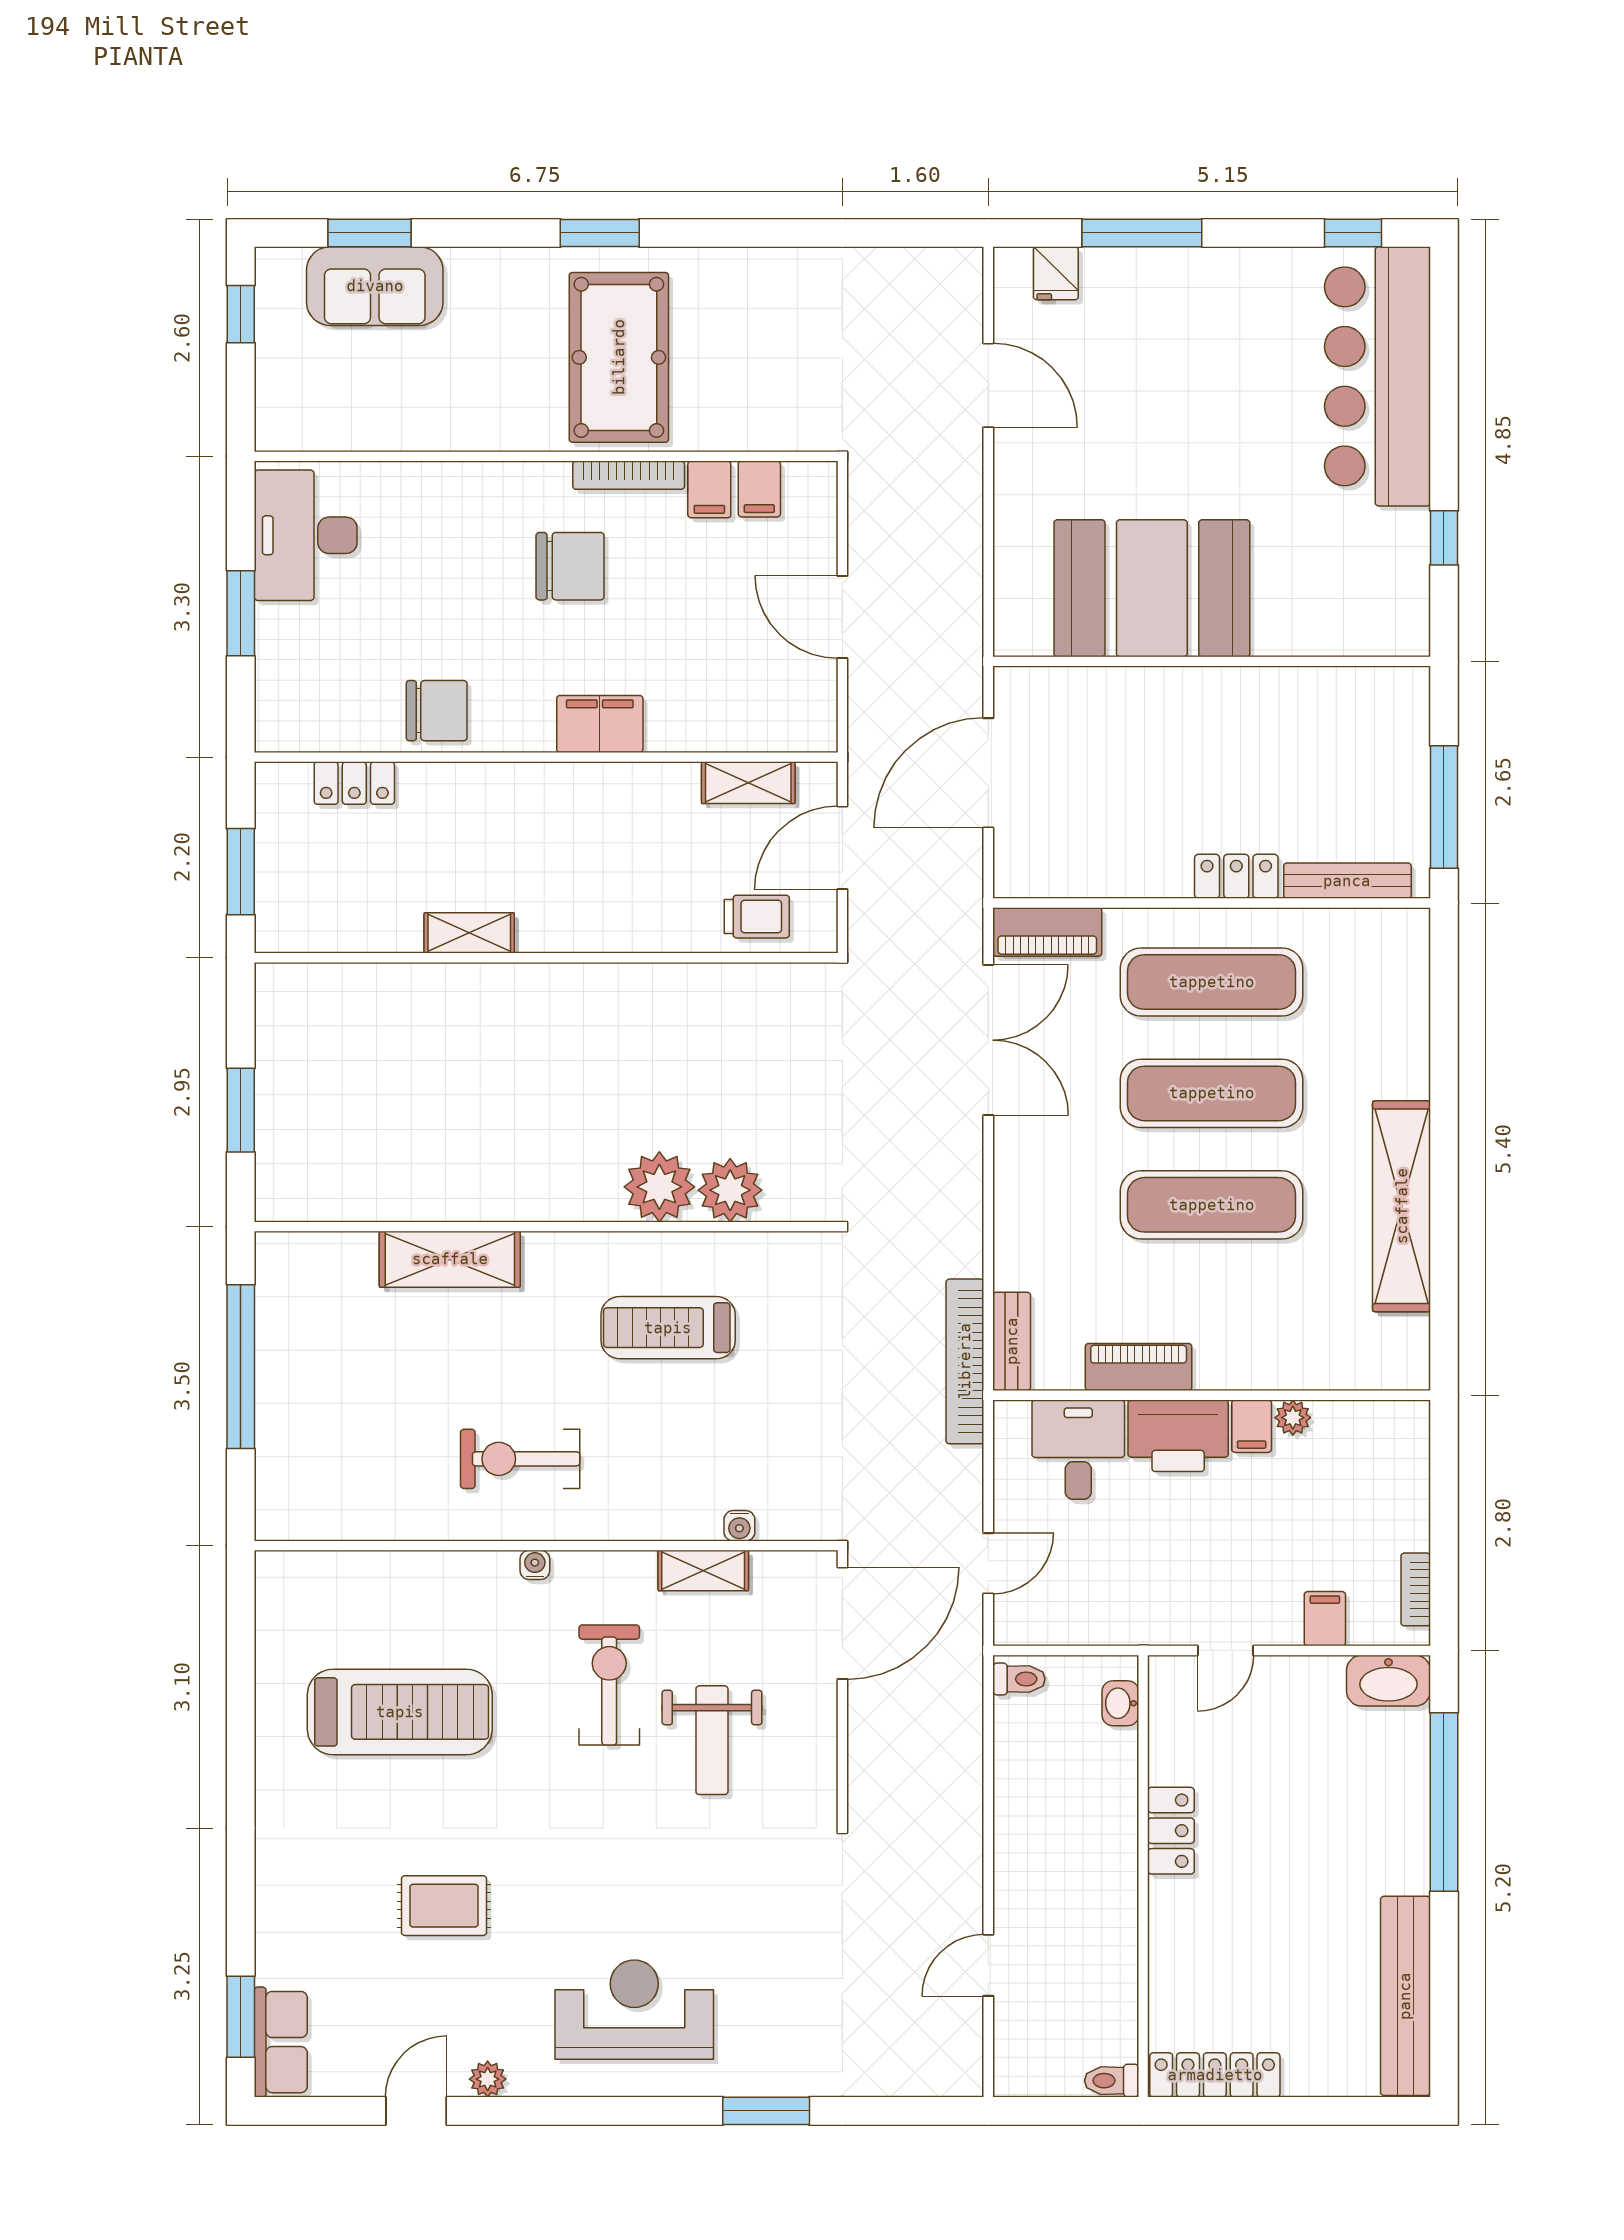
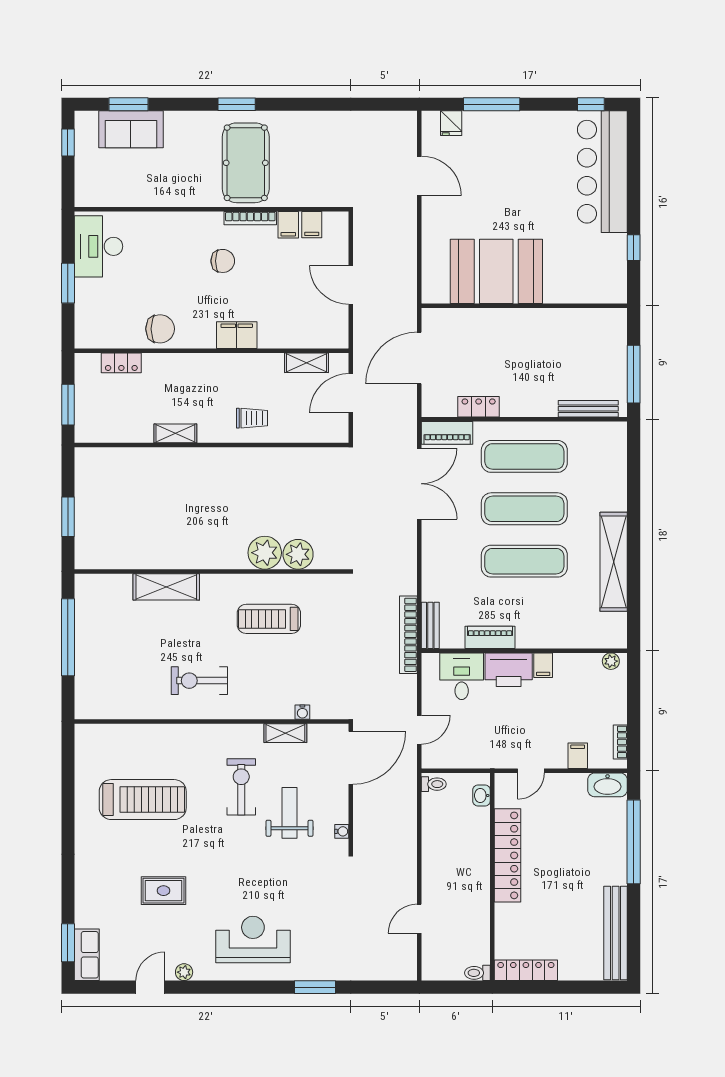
chair: (570, 566) -> (223, 261), width x0.73, depth x0.73
locker: (1236, 876) -> (479, 407), moved
trolley: (757, 917) -> (252, 418), moved
plant: (1293, 1418) -> (611, 661), moved
water cooler: (535, 1565) -> (342, 831), moved, turned 90
weight bench: (712, 1740) -> (289, 813), turned 180
locker: (1171, 1831) -> (508, 855), width x2.16, depth x1.21

